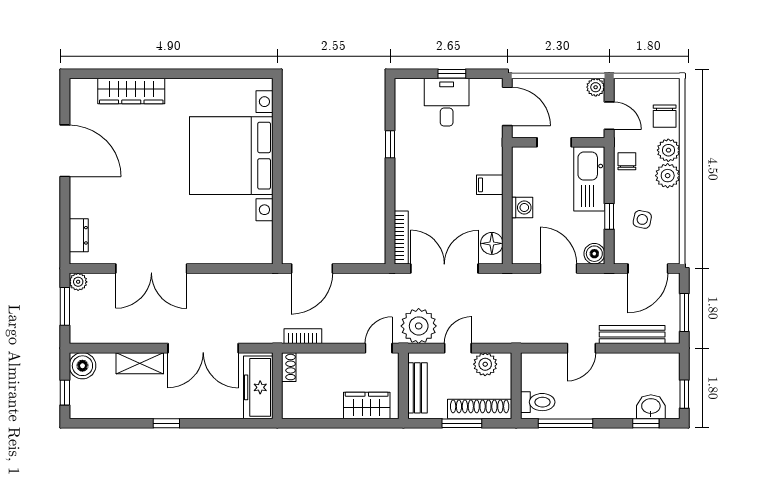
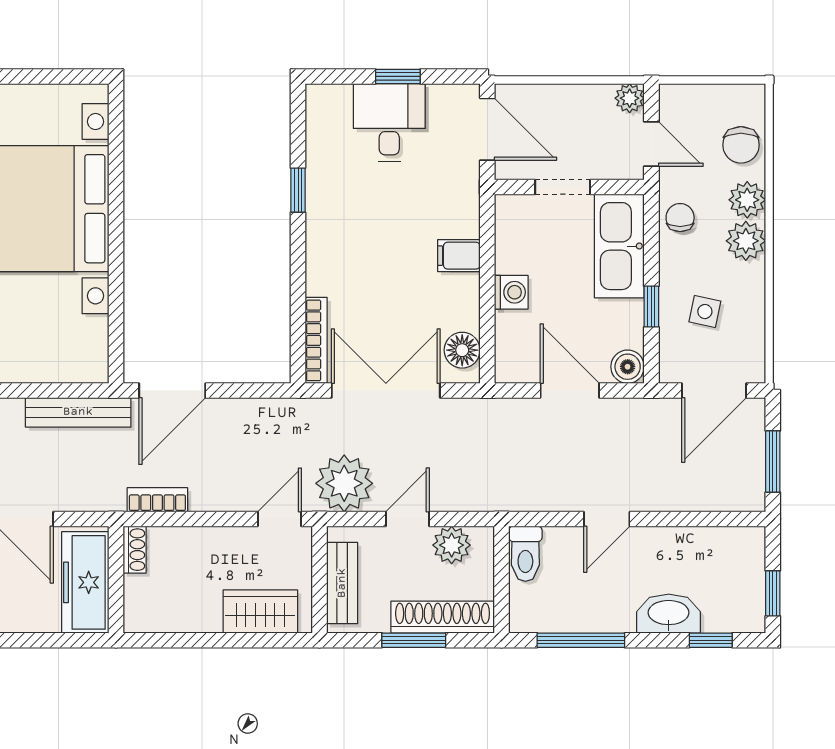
bench: (632, 335) -> (78, 412), moved
toilet: (538, 402) -> (525, 554), moved, turned 90
washbasin: (651, 407) -> (669, 614), moved, width x1.38

